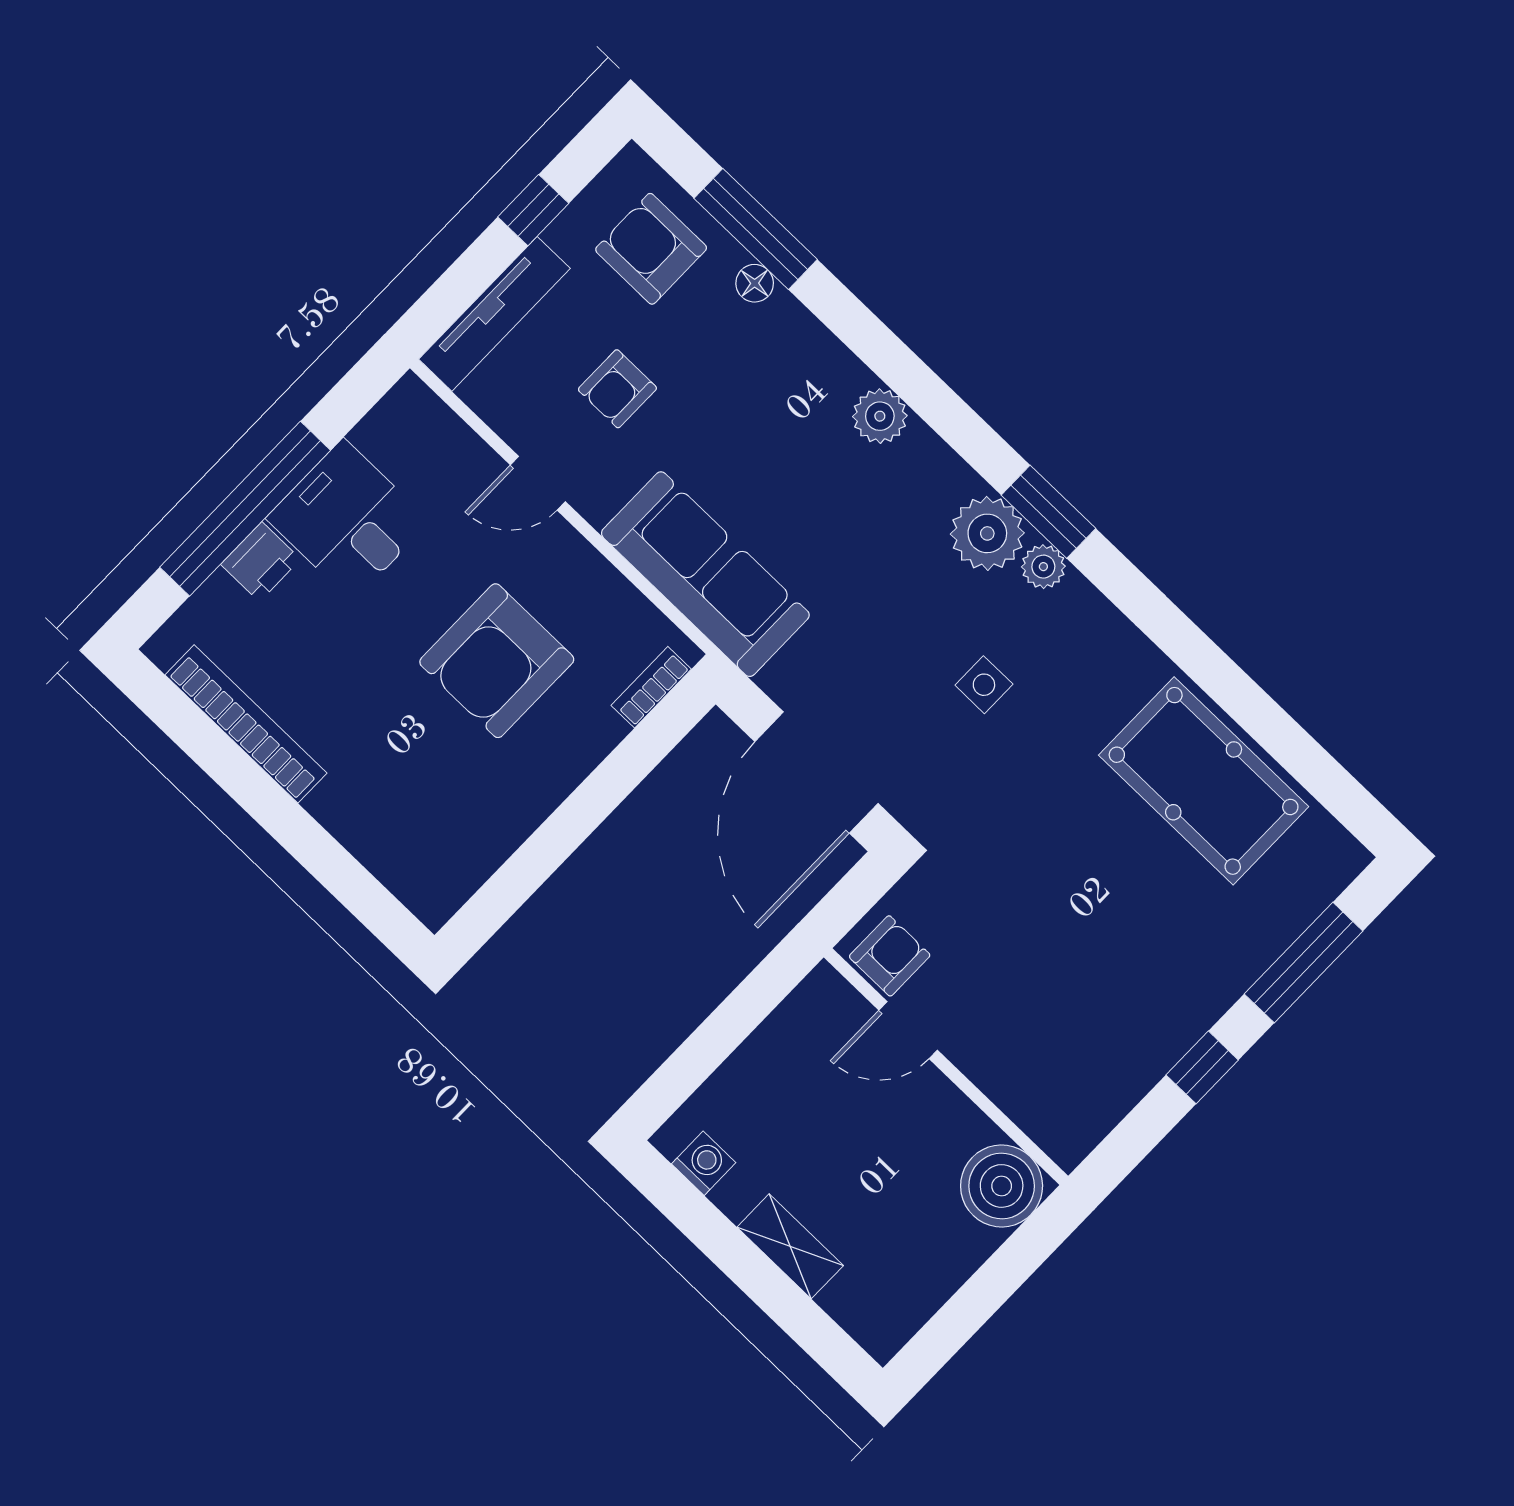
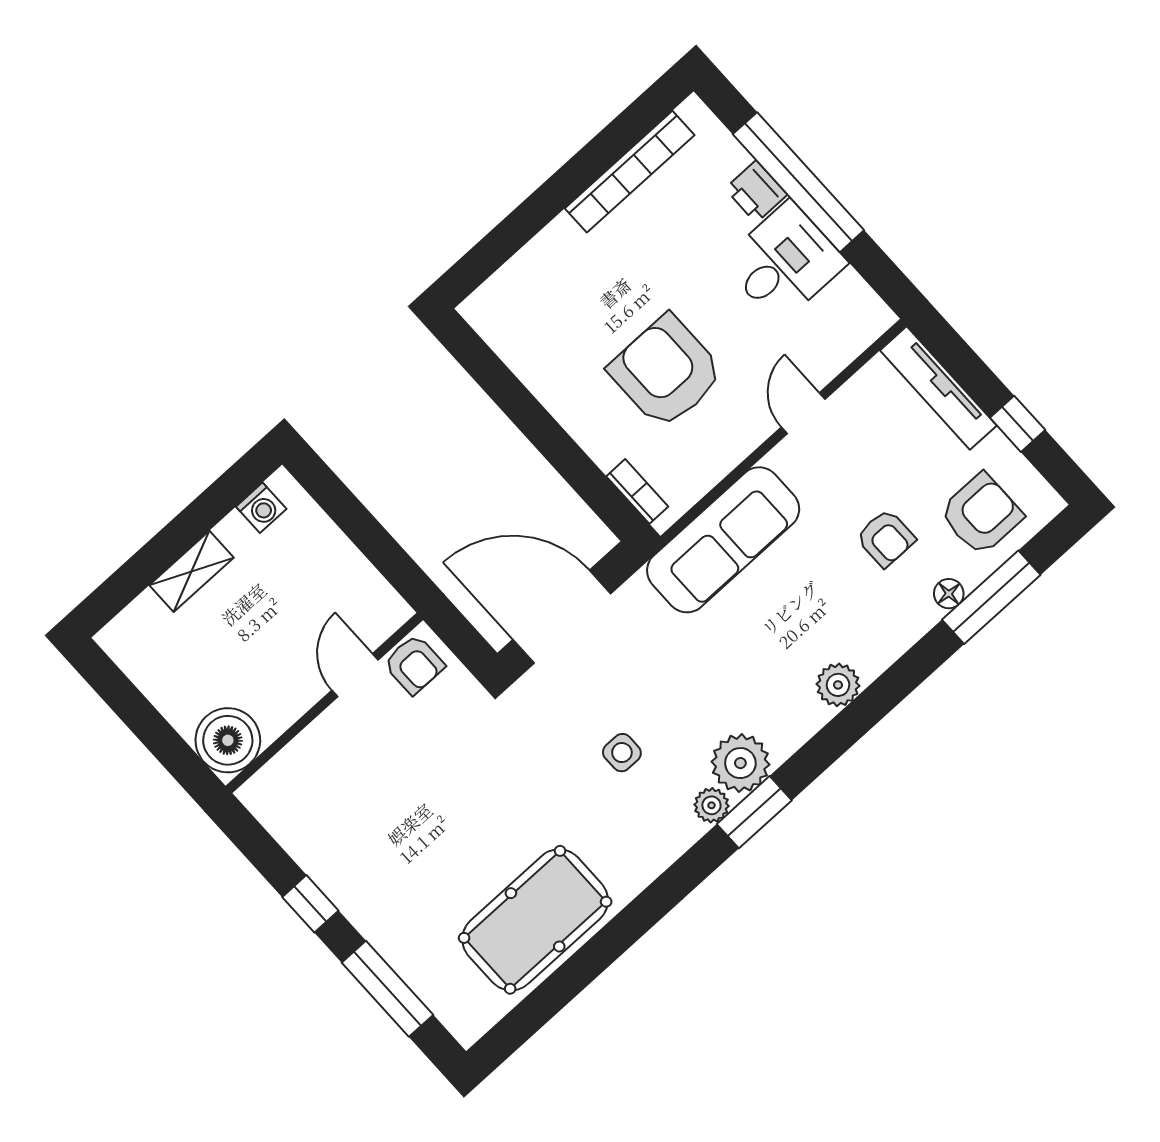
armchair: (617, 389) -> (886, 538), moved, turned 180

